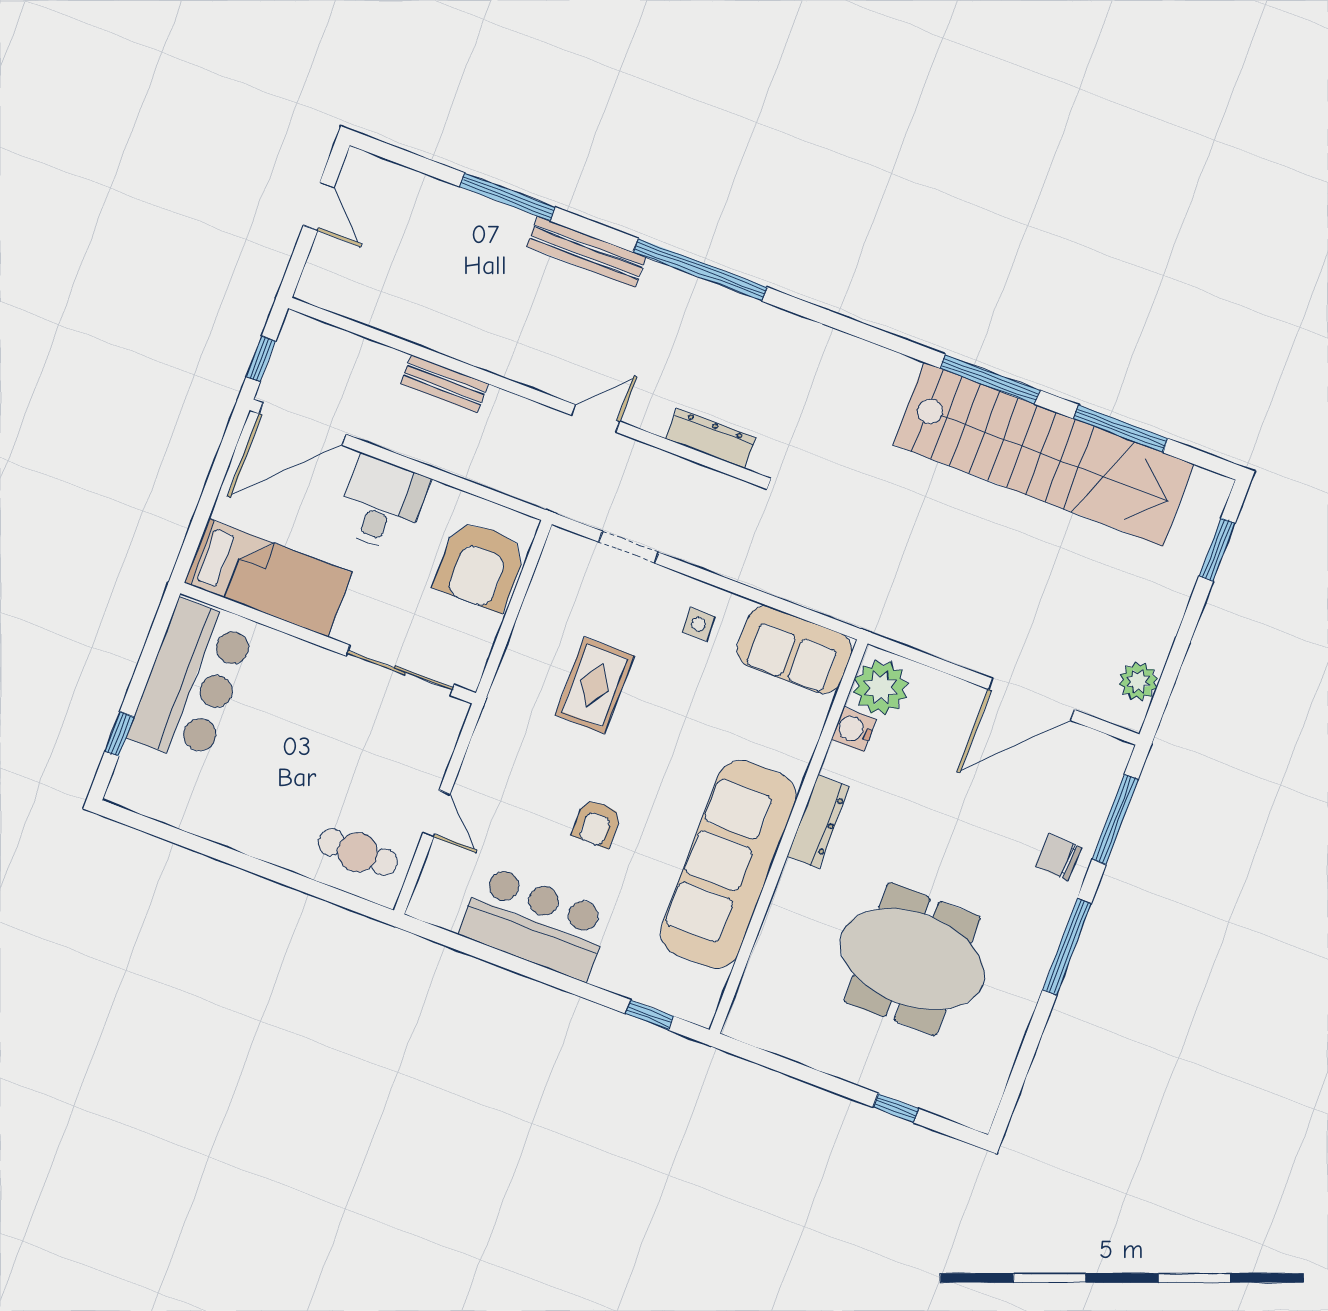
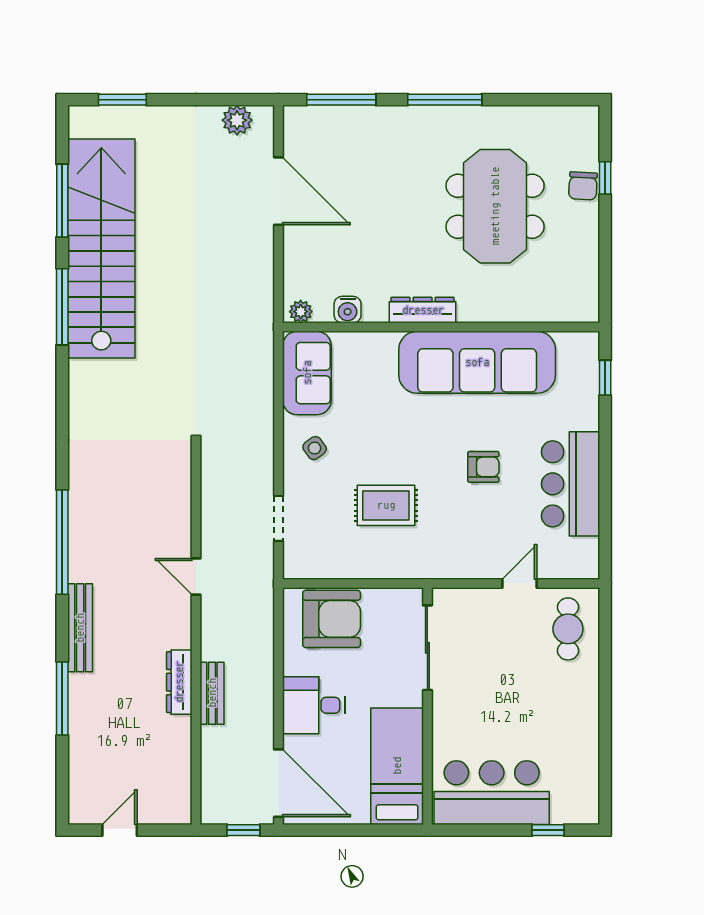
dresser: (711, 438) -> (179, 682), moved
side table: (699, 624) -> (315, 448), turned -36
plant: (881, 688) -> (301, 312), width x0.53, depth x0.53
chair: (1058, 857) -> (583, 186), moved

